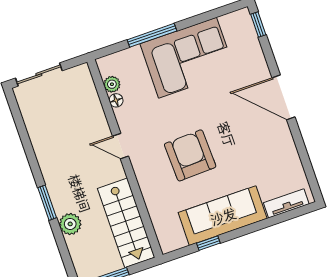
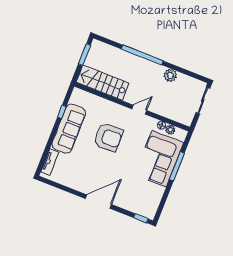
corner sofa: (188, 58) -> (159, 159), moved
window: (47, 203) -> (142, 55), width x2.11
plant: (70, 224) -> (170, 75), moved

